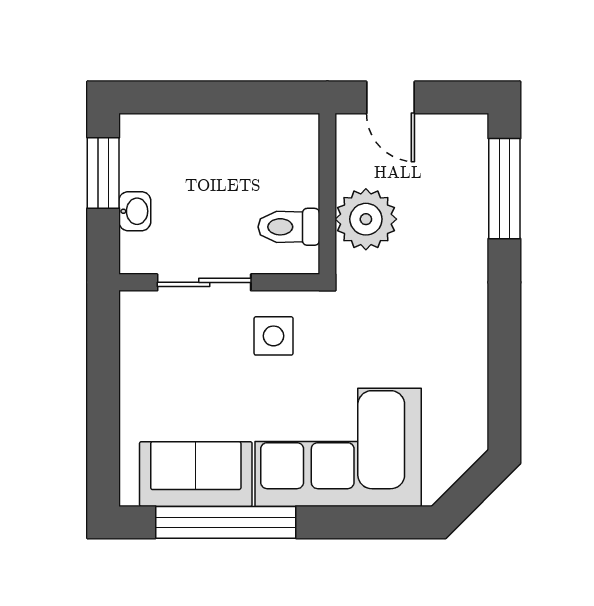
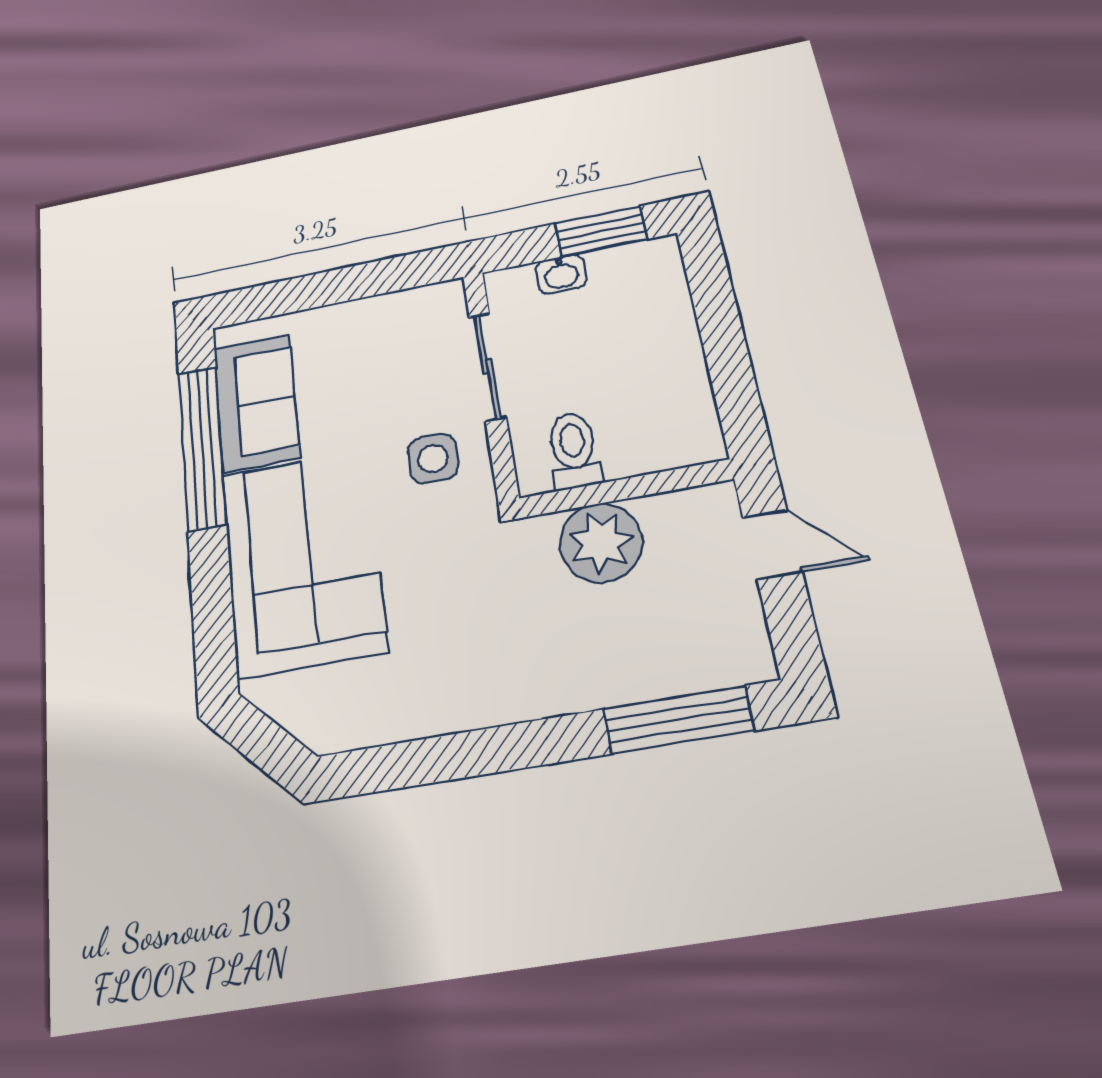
door: (391, 97) -> (772, 545), swing flipped

